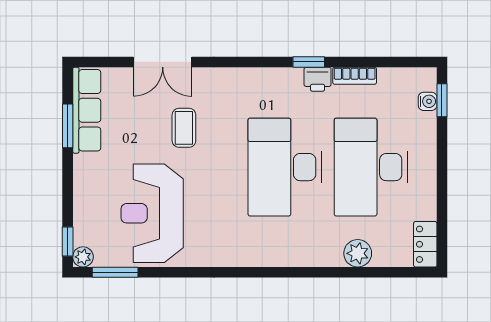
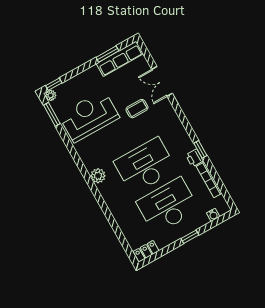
bookcase: (355, 76) -> (209, 180), width x1.56
window: (442, 100) -> (190, 237), moved
plant: (358, 253) -> (98, 176), moved

